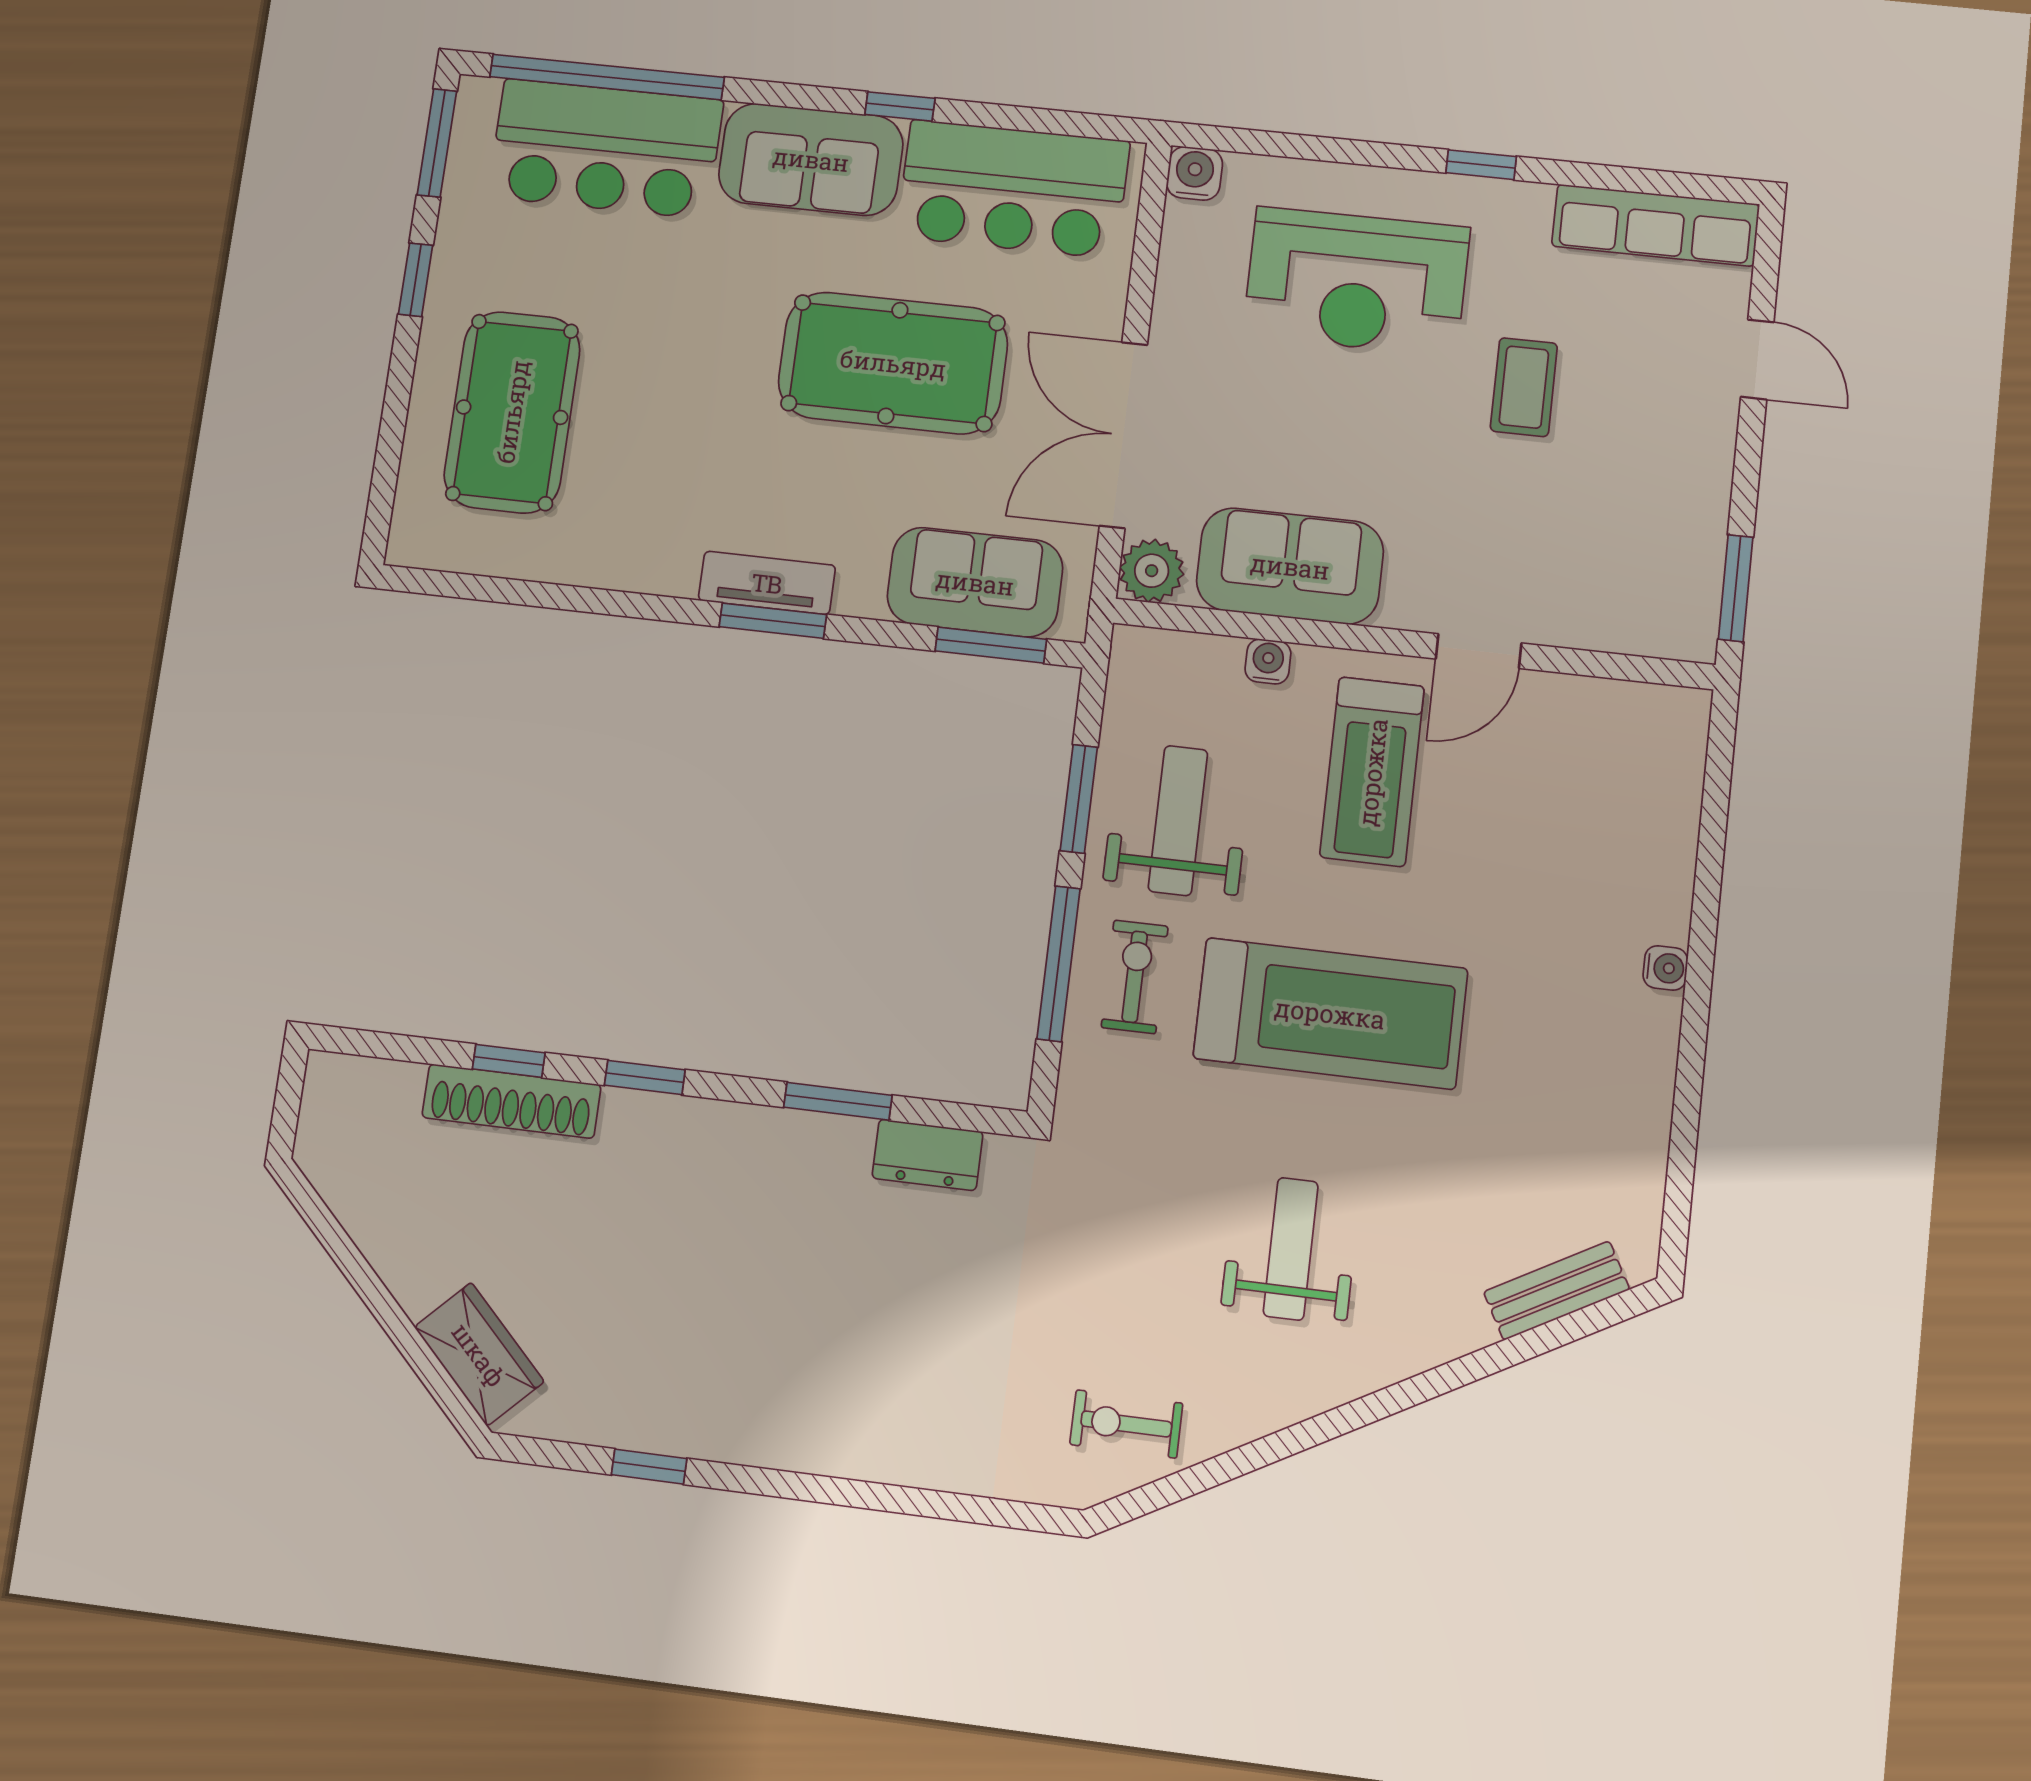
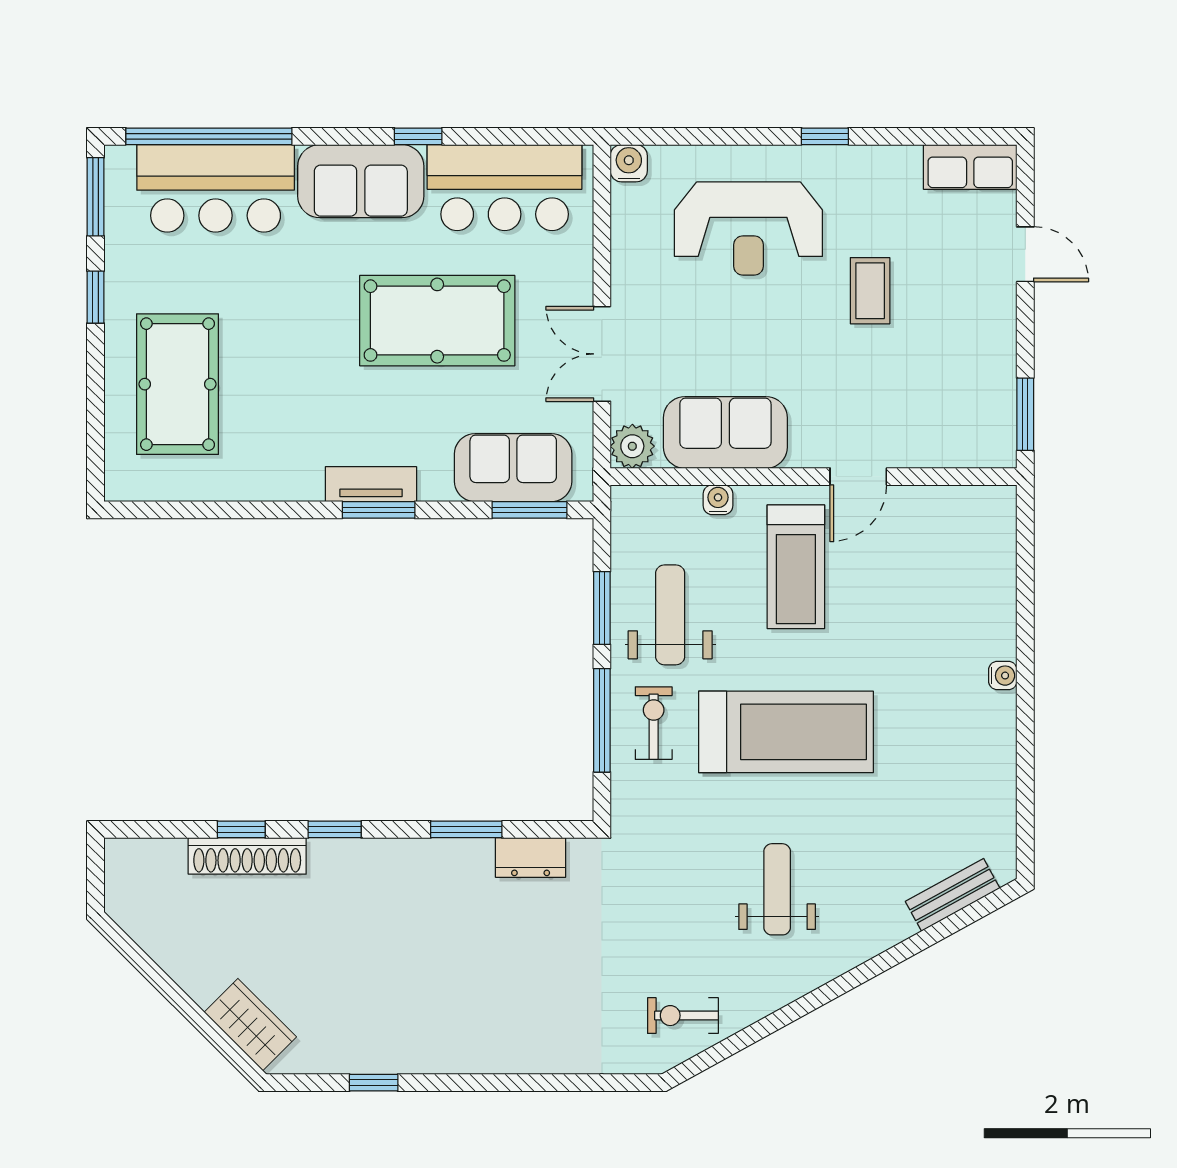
row of seats: (1655, 225) -> (970, 167), width x0.68
double door: (1123, 435) -> (602, 354), width x0.73

